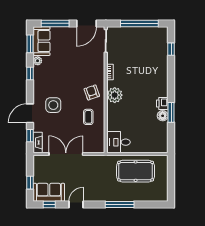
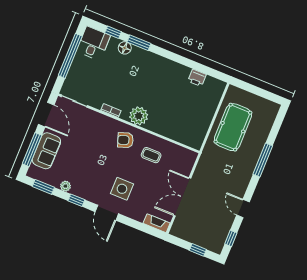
sofa: (42, 41) -> (46, 151), moved, turned 90
printer: (162, 103) -> (197, 78), moved
window: (171, 112) -> (139, 43), moved
door: (30, 113) -> (107, 213), moved
floor lamp: (163, 116) -> (125, 48), moved
window: (30, 136) -> (146, 229), removed
desk: (118, 142) -> (93, 43), moved, turned 180
sofa: (49, 192) -> (217, 233), removed

